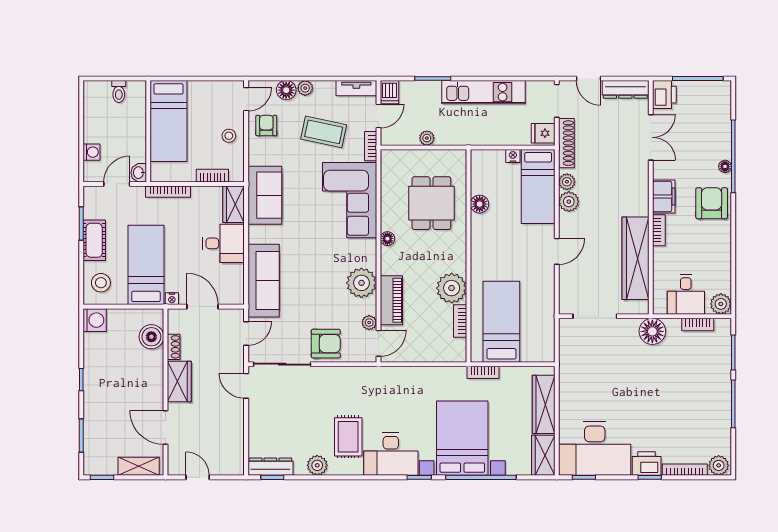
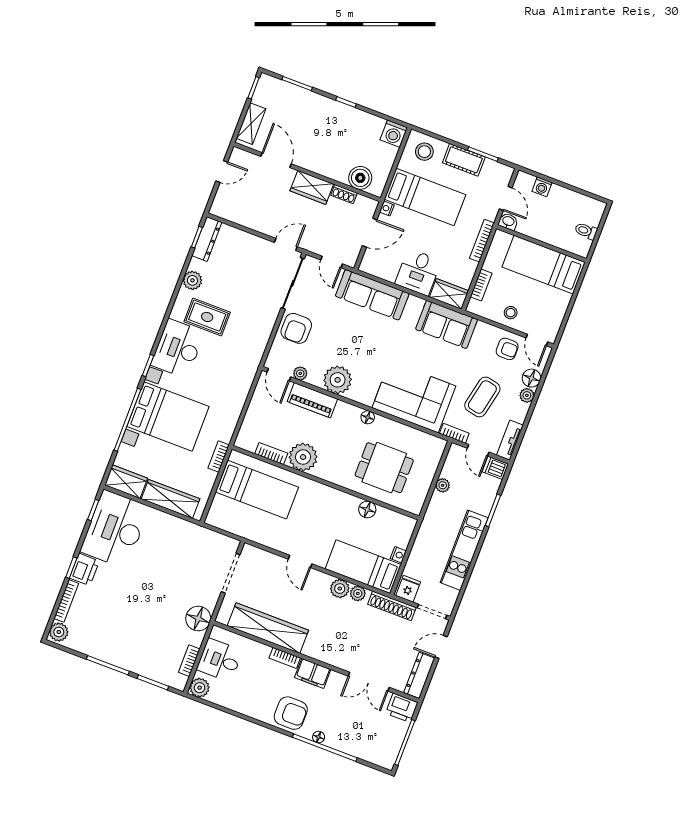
door: (166, 428) -> (276, 160), hinge flipped

